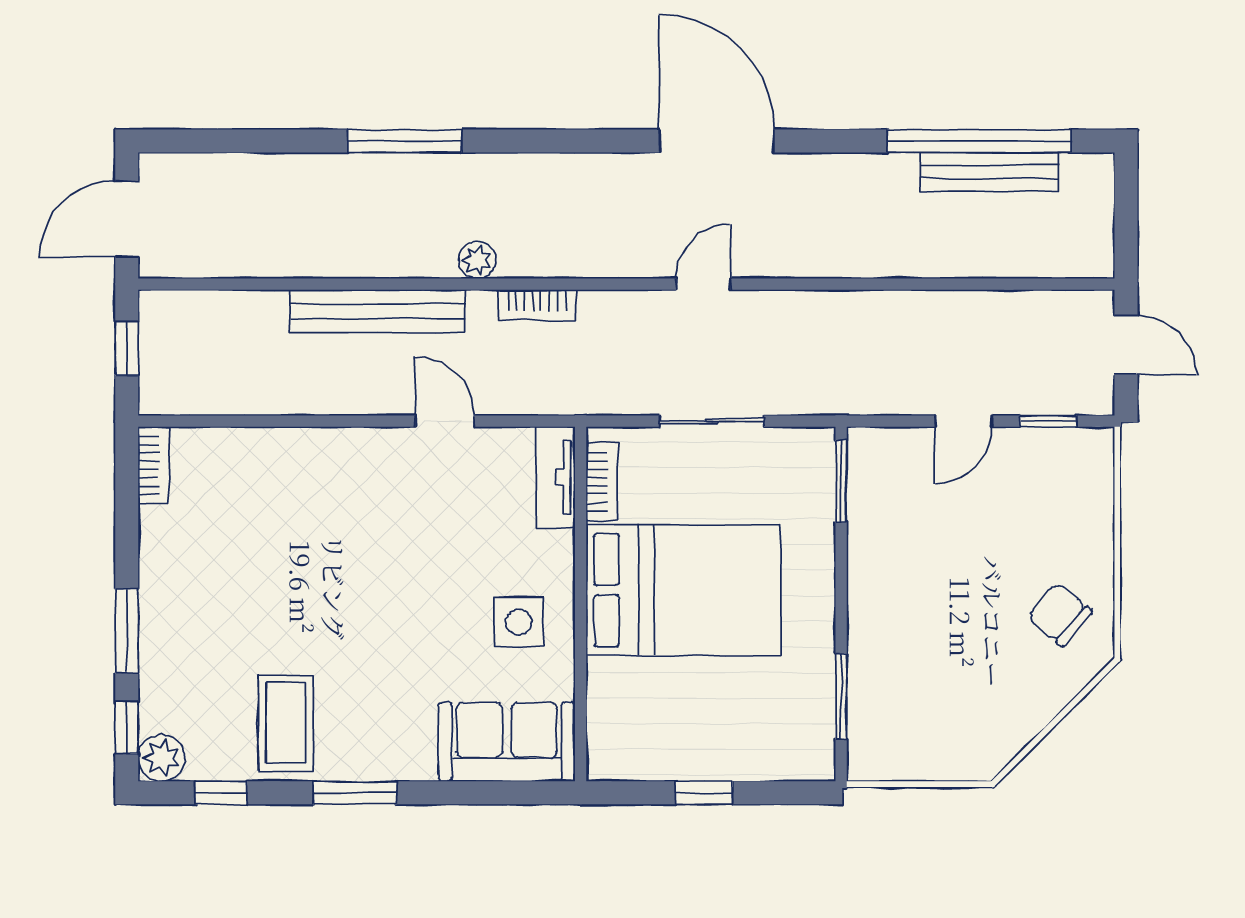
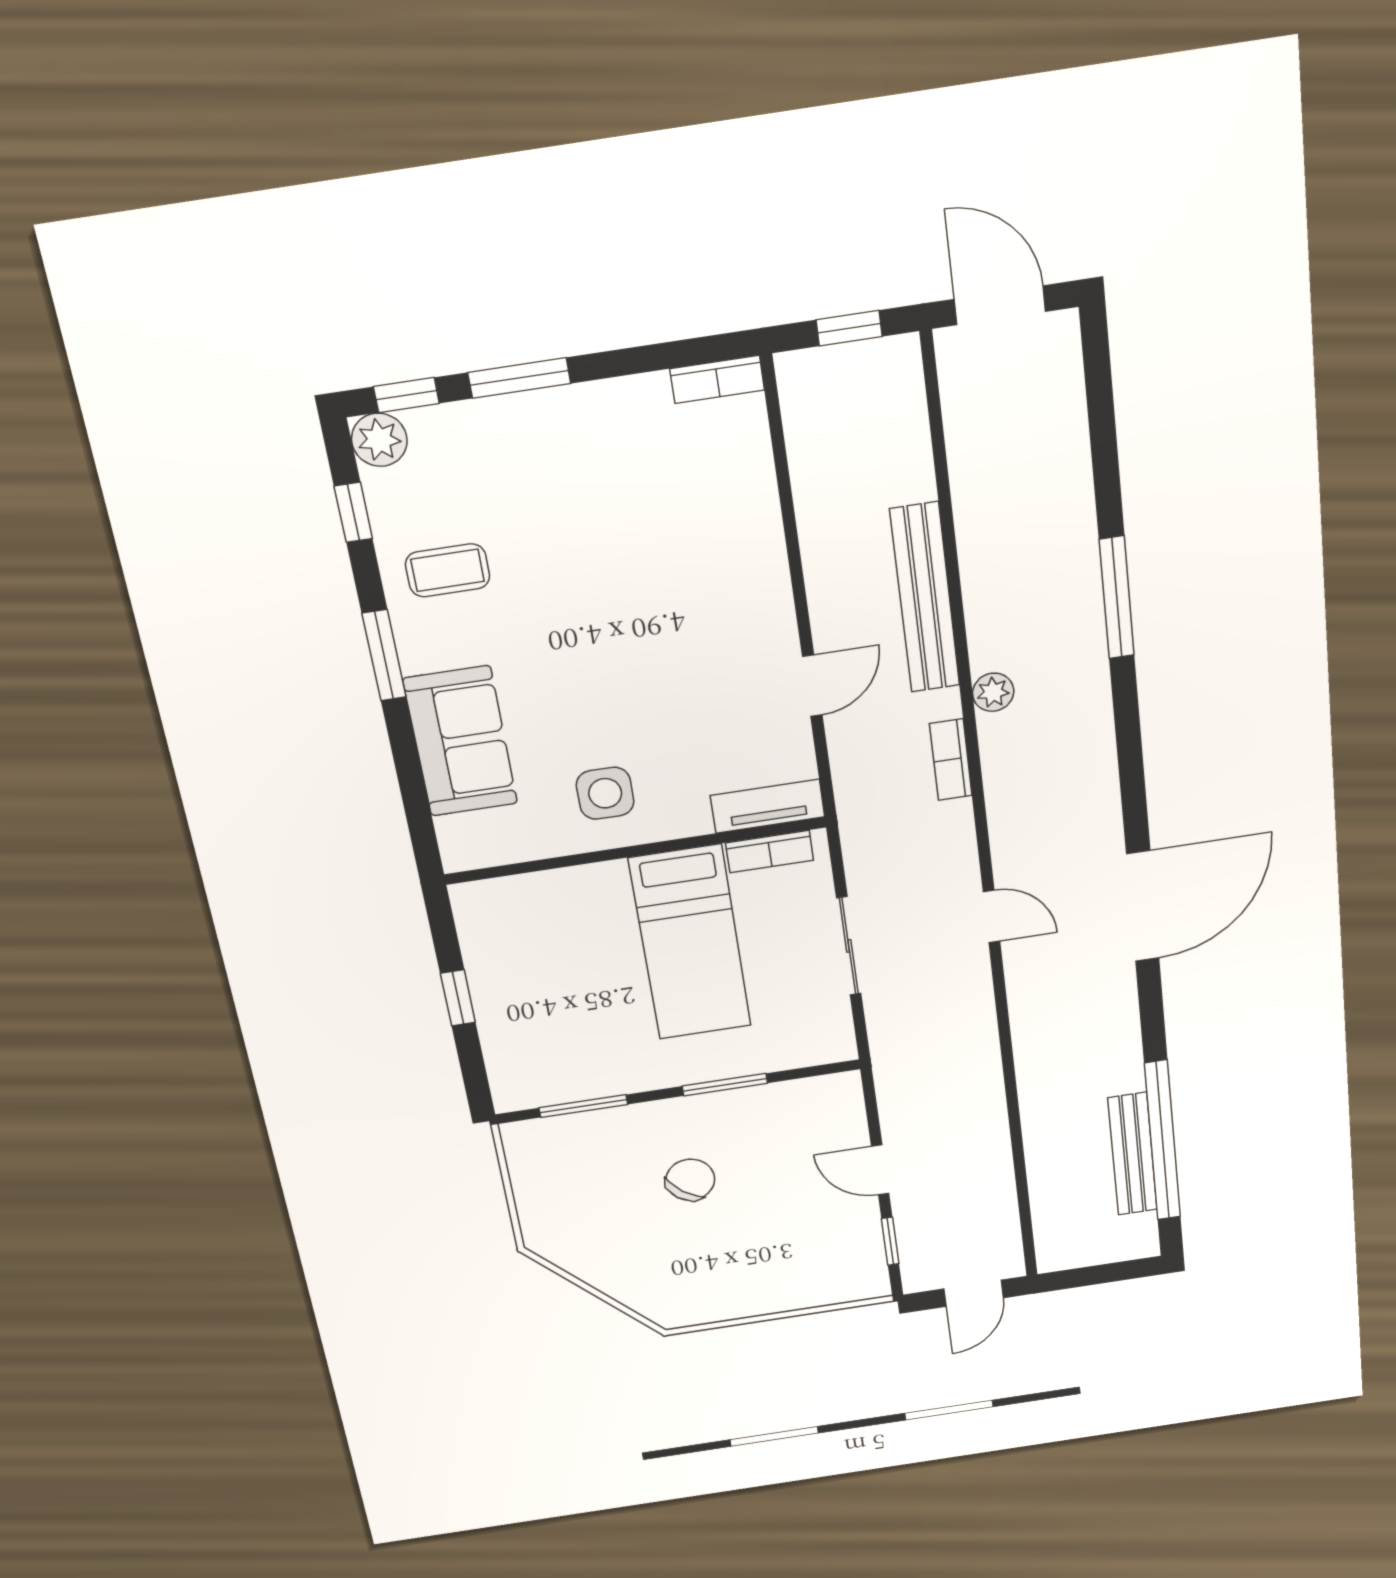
window: (841, 481) -> (725, 1085), moved
bed: (683, 590) -> (690, 943), width x0.67
chair: (1060, 614) -> (690, 1180), moved
coffee table: (286, 723) -> (448, 570), width x0.73, depth x0.77
sofa: (507, 742) -> (460, 741), moved

